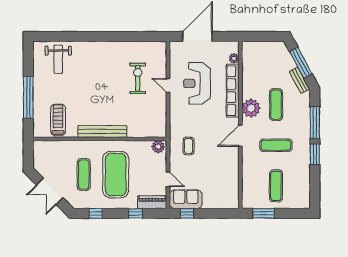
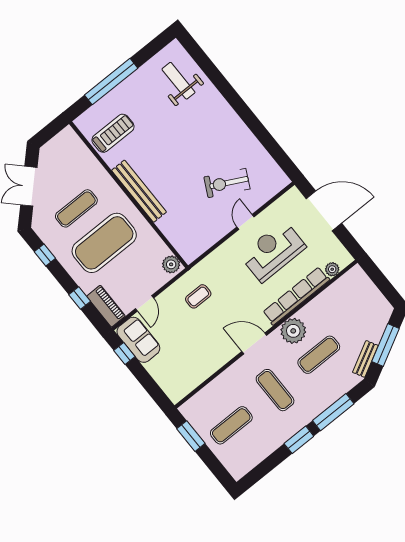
weight bench: (58, 59) -> (178, 81), turned 90
exercise bike: (138, 78) -> (227, 183), turned -153

